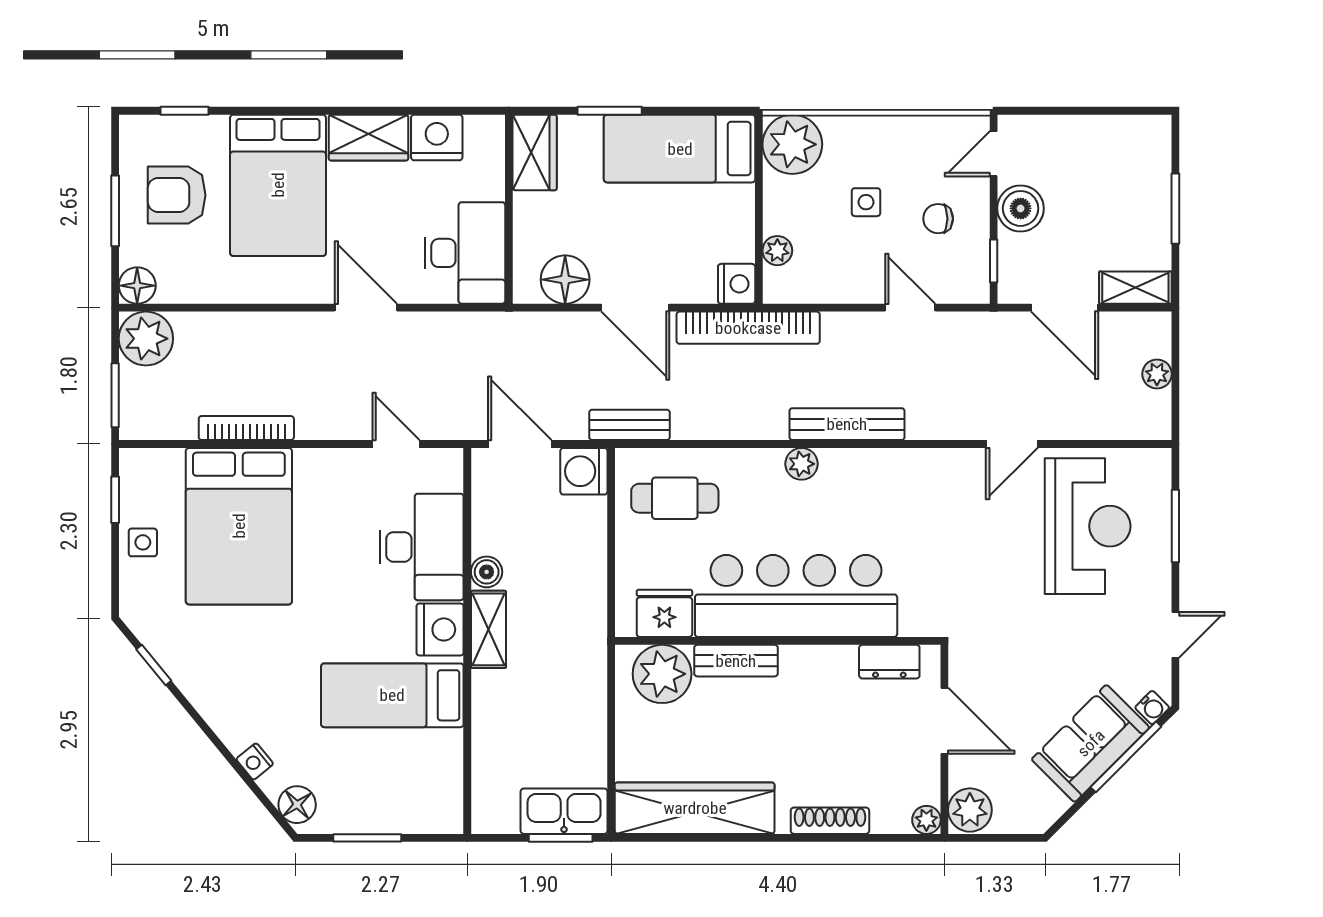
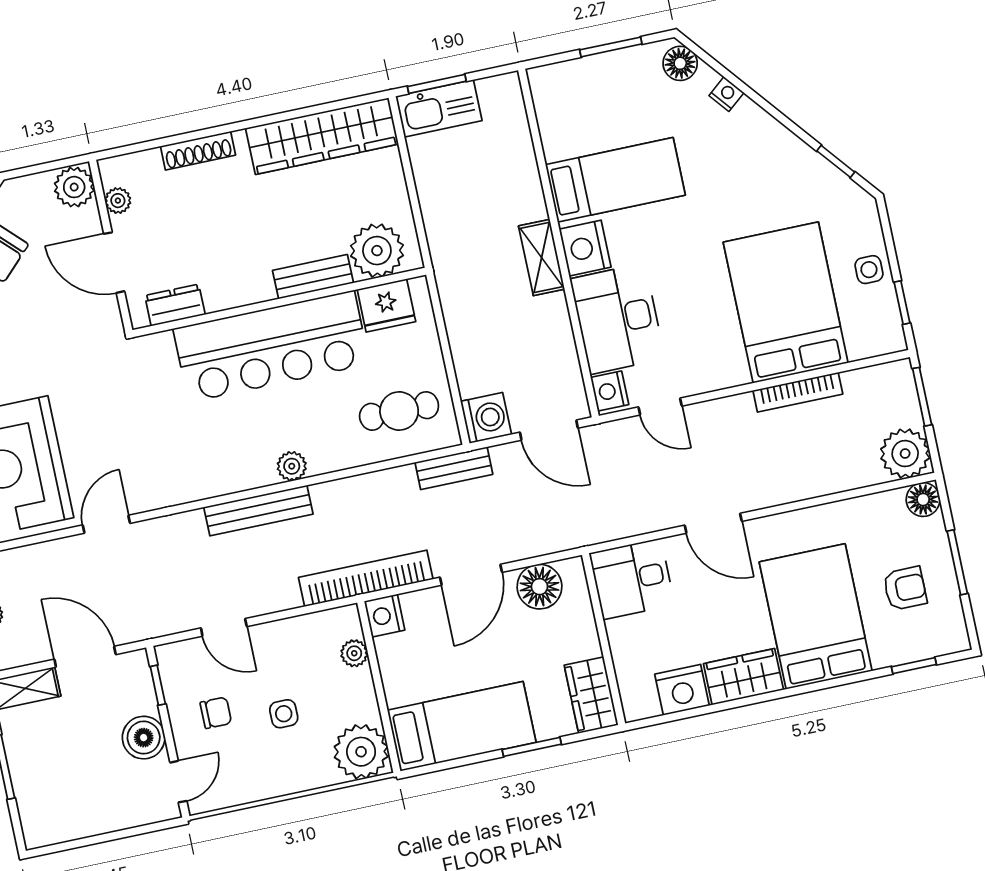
armchair: (177, 195) -> (905, 588), width x0.72, depth x0.72
desk: (465, 253) -> (632, 579), width x0.73
door: (635, 308) -> (471, 575), swing flipped
nightstand: (446, 472) -> (610, 391), added
boiler: (487, 572) -> (554, 309), removed
plant: (926, 820) -> (118, 201), moved

